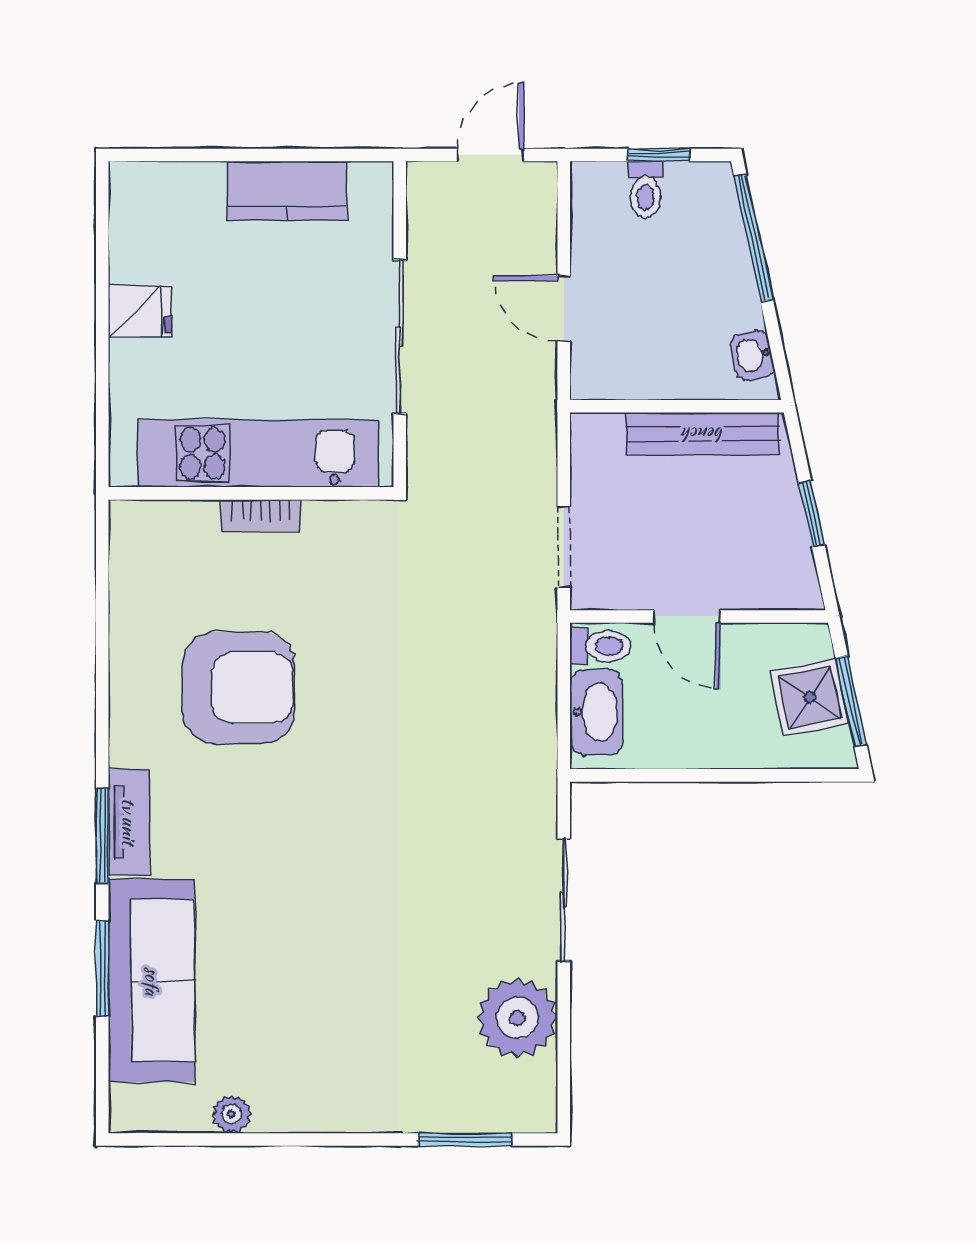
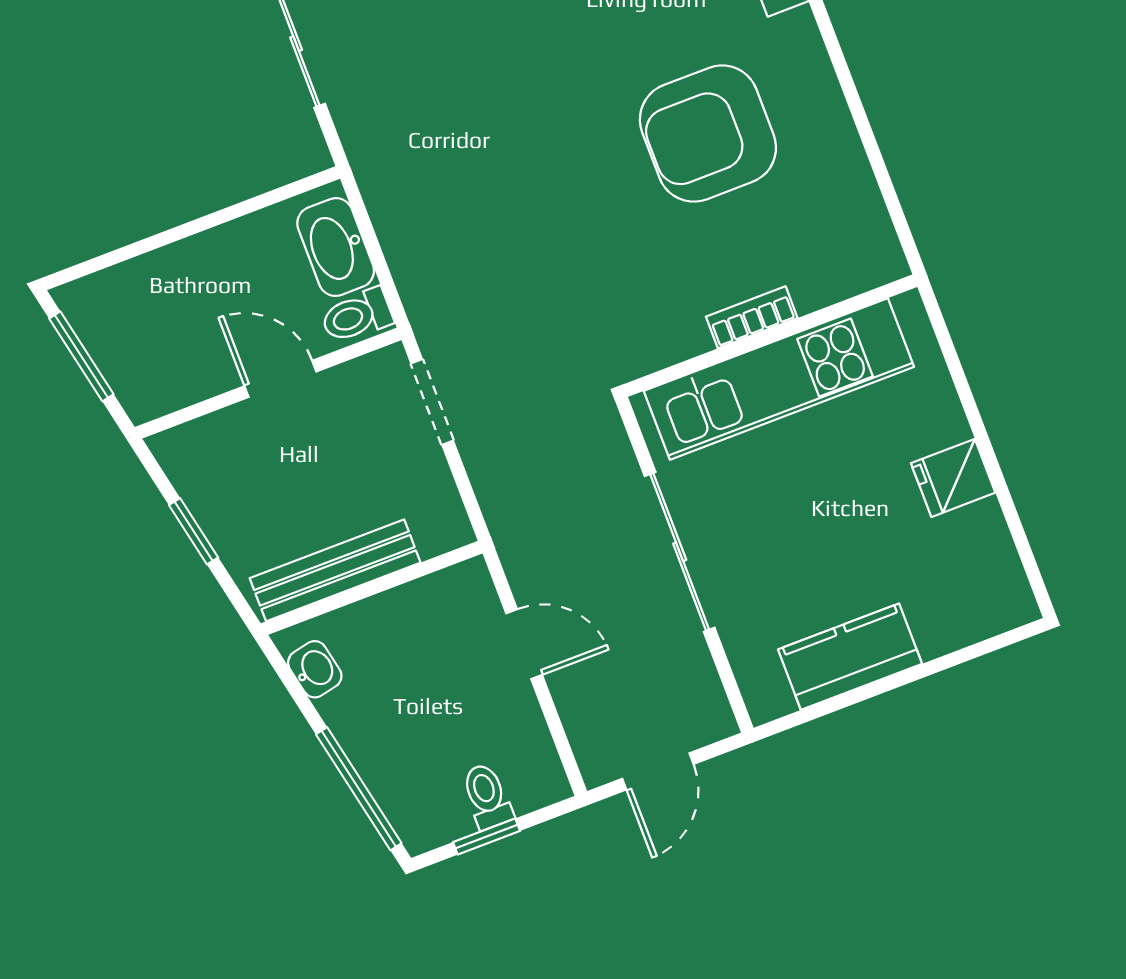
shower: (810, 697) -> (125, 344), removed

